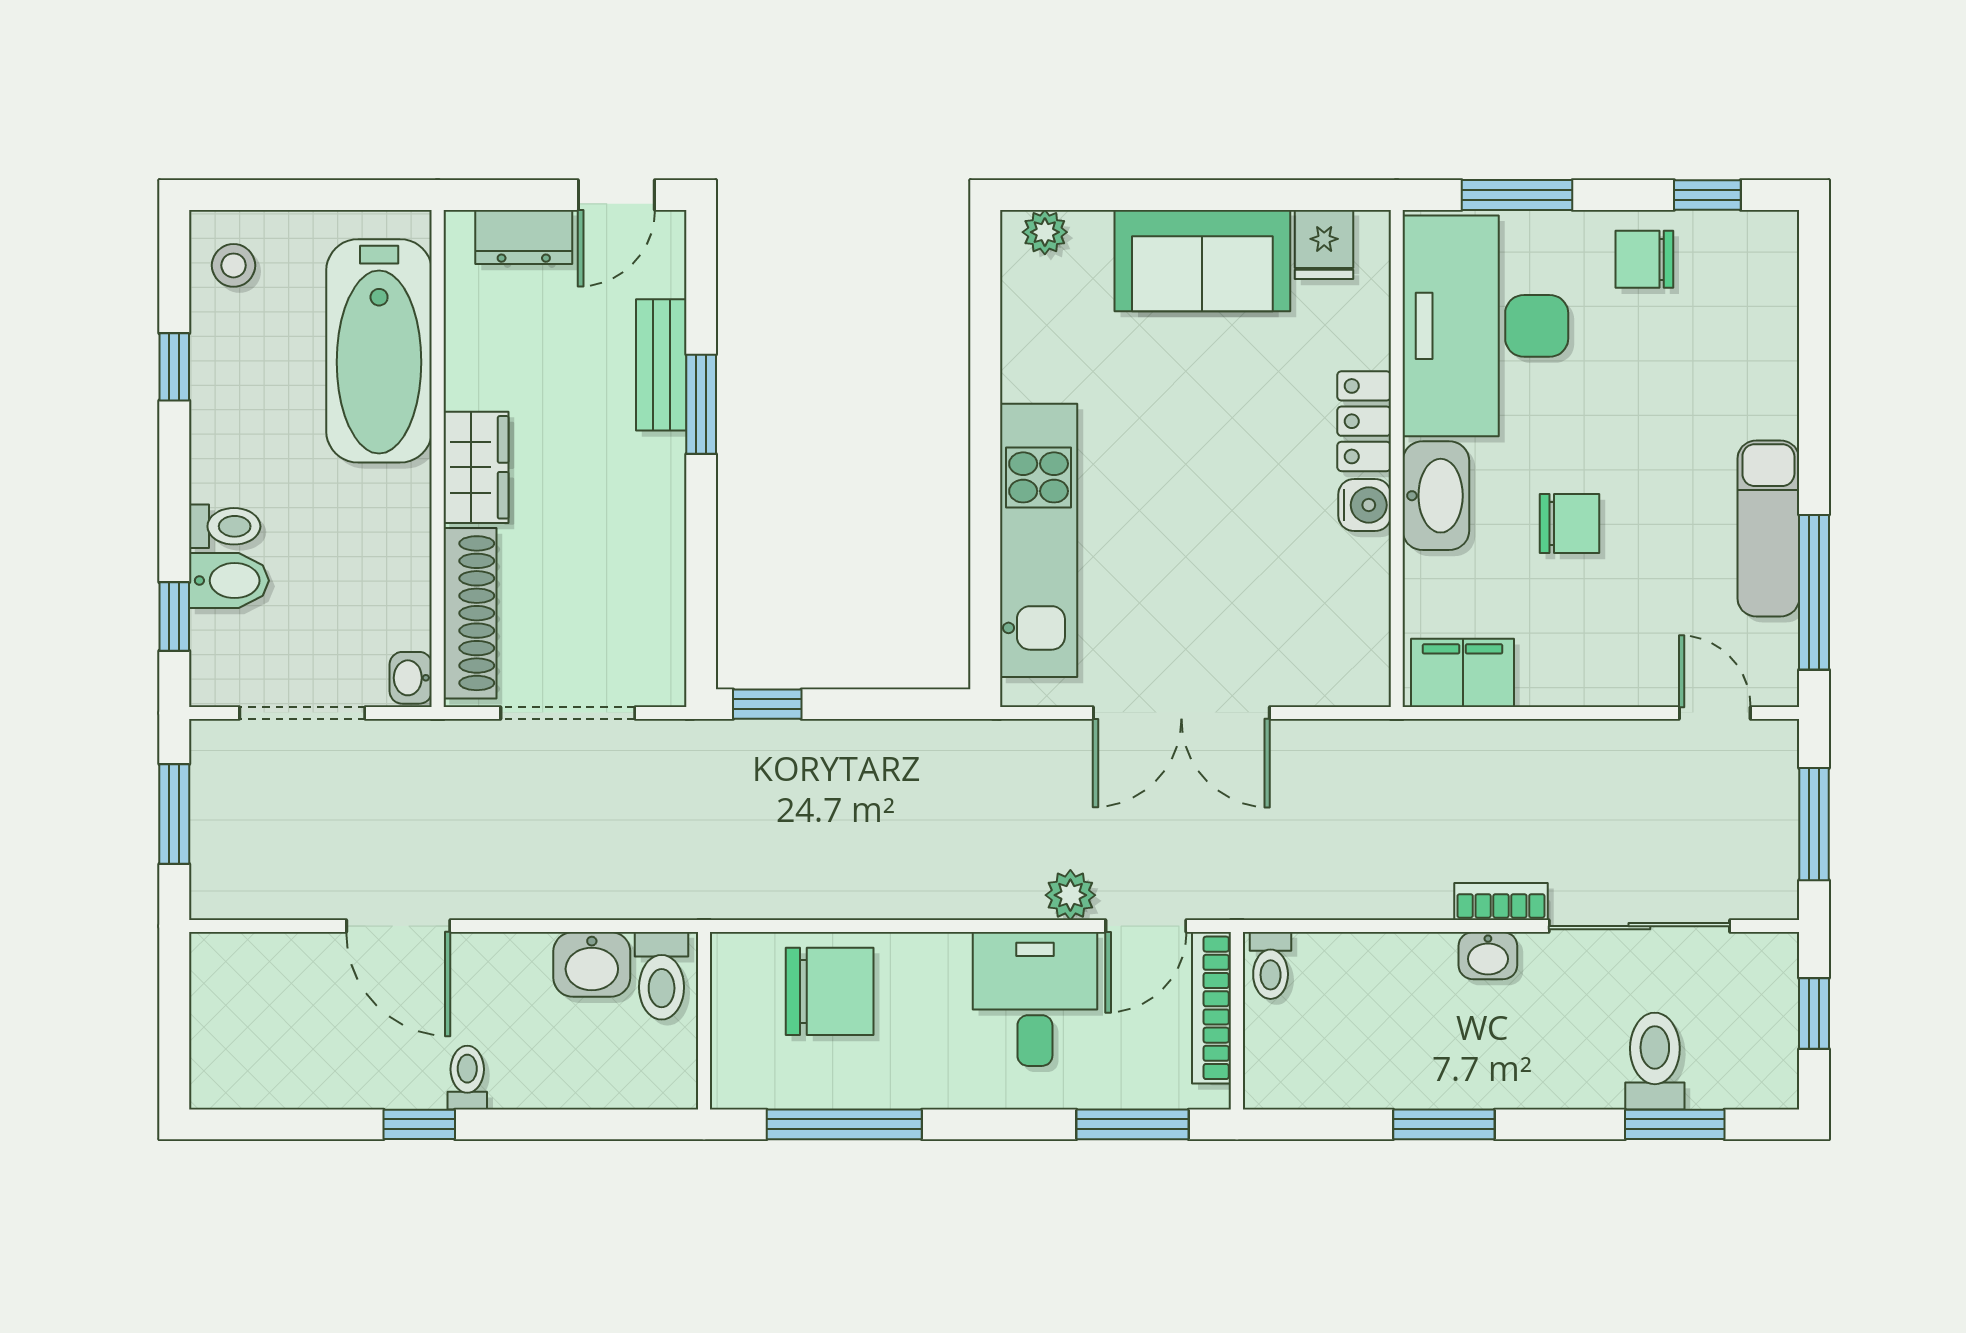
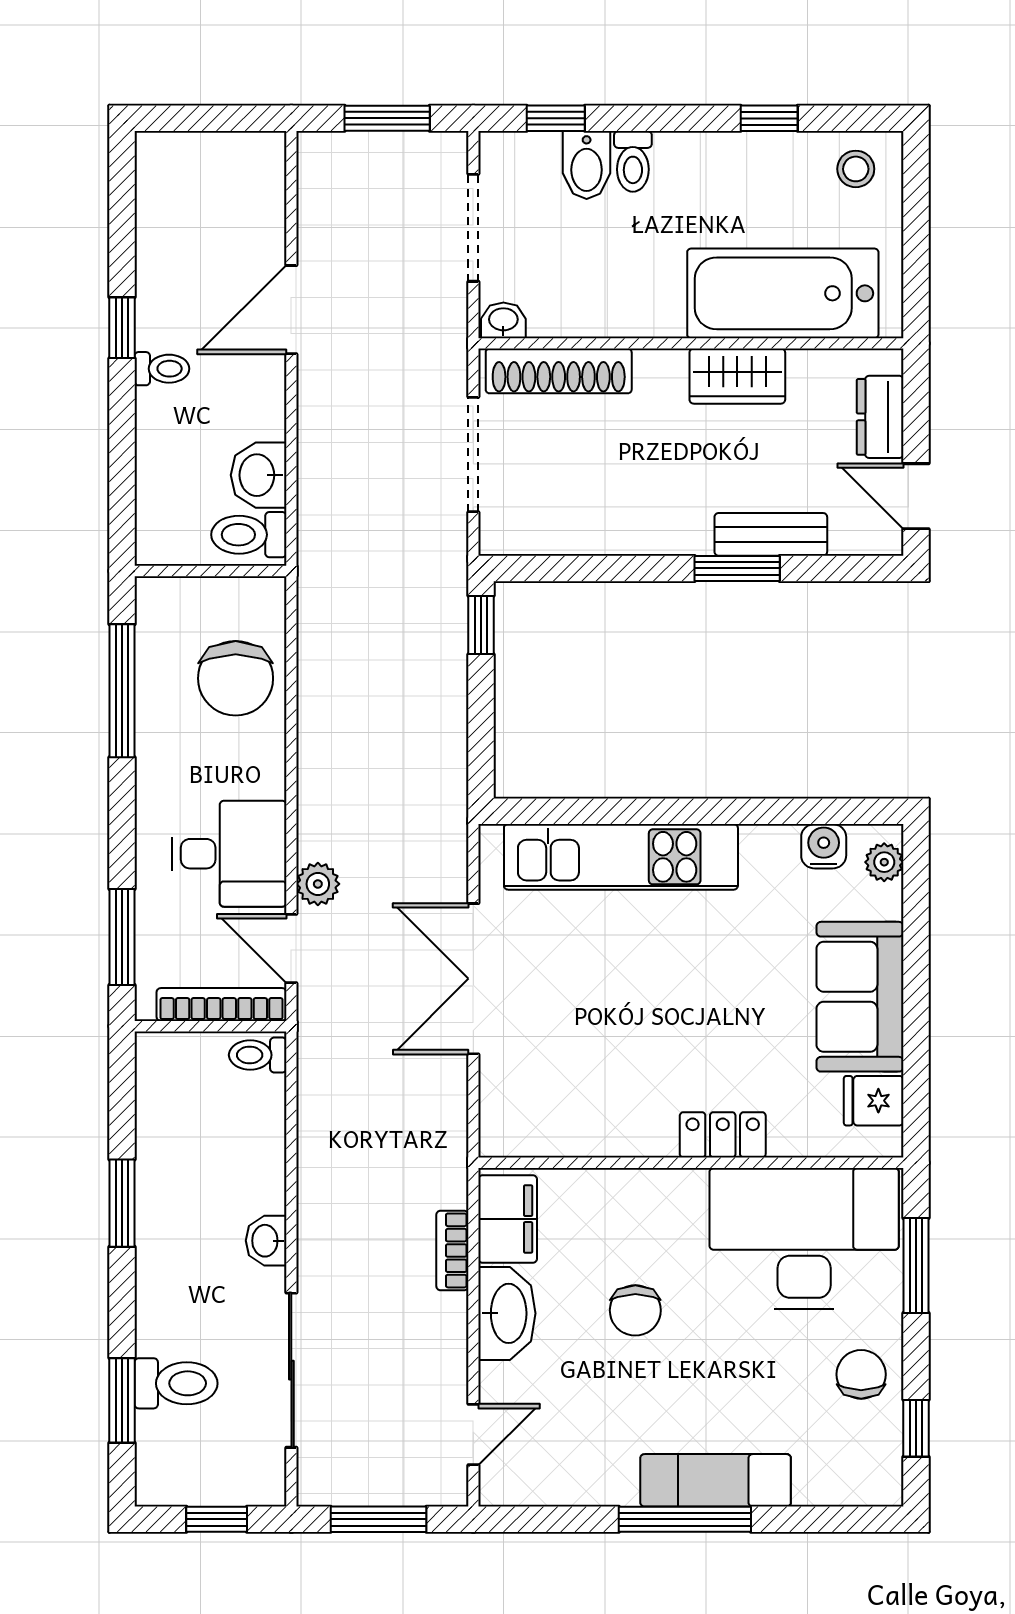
wardrobe: (476, 467) -> (737, 376), moved
washbasin: (1436, 496) -> (507, 1313), moved, turned -90
water cooler: (1365, 505) -> (824, 846), moved, turned 180
exam couch: (1768, 528) -> (716, 1480), moved
window: (1814, 592) -> (685, 1519), moved
bookcase: (1501, 901) -> (452, 1250), moved, turned 180

